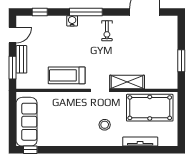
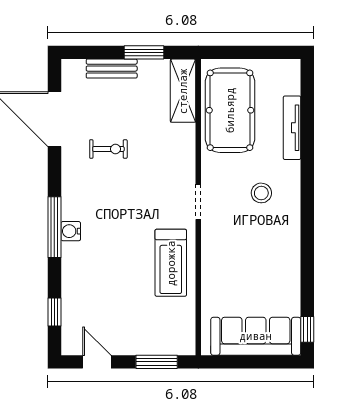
water cooler: (72, 21) -> (71, 231), moved
exercise bike: (107, 31) -> (108, 149), moved
bench: (21, 59) -> (112, 69), moved
shelving: (127, 82) -> (183, 91), moved

